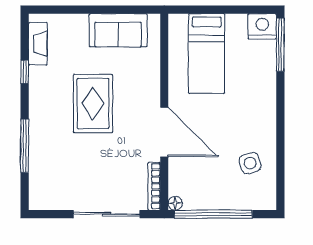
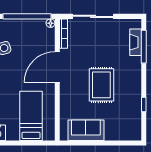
fireplace: (38, 44) -> (136, 42), moved
door: (164, 132) -> (57, 67), hinge flipped
window: (25, 146) -> (144, 47), moved

